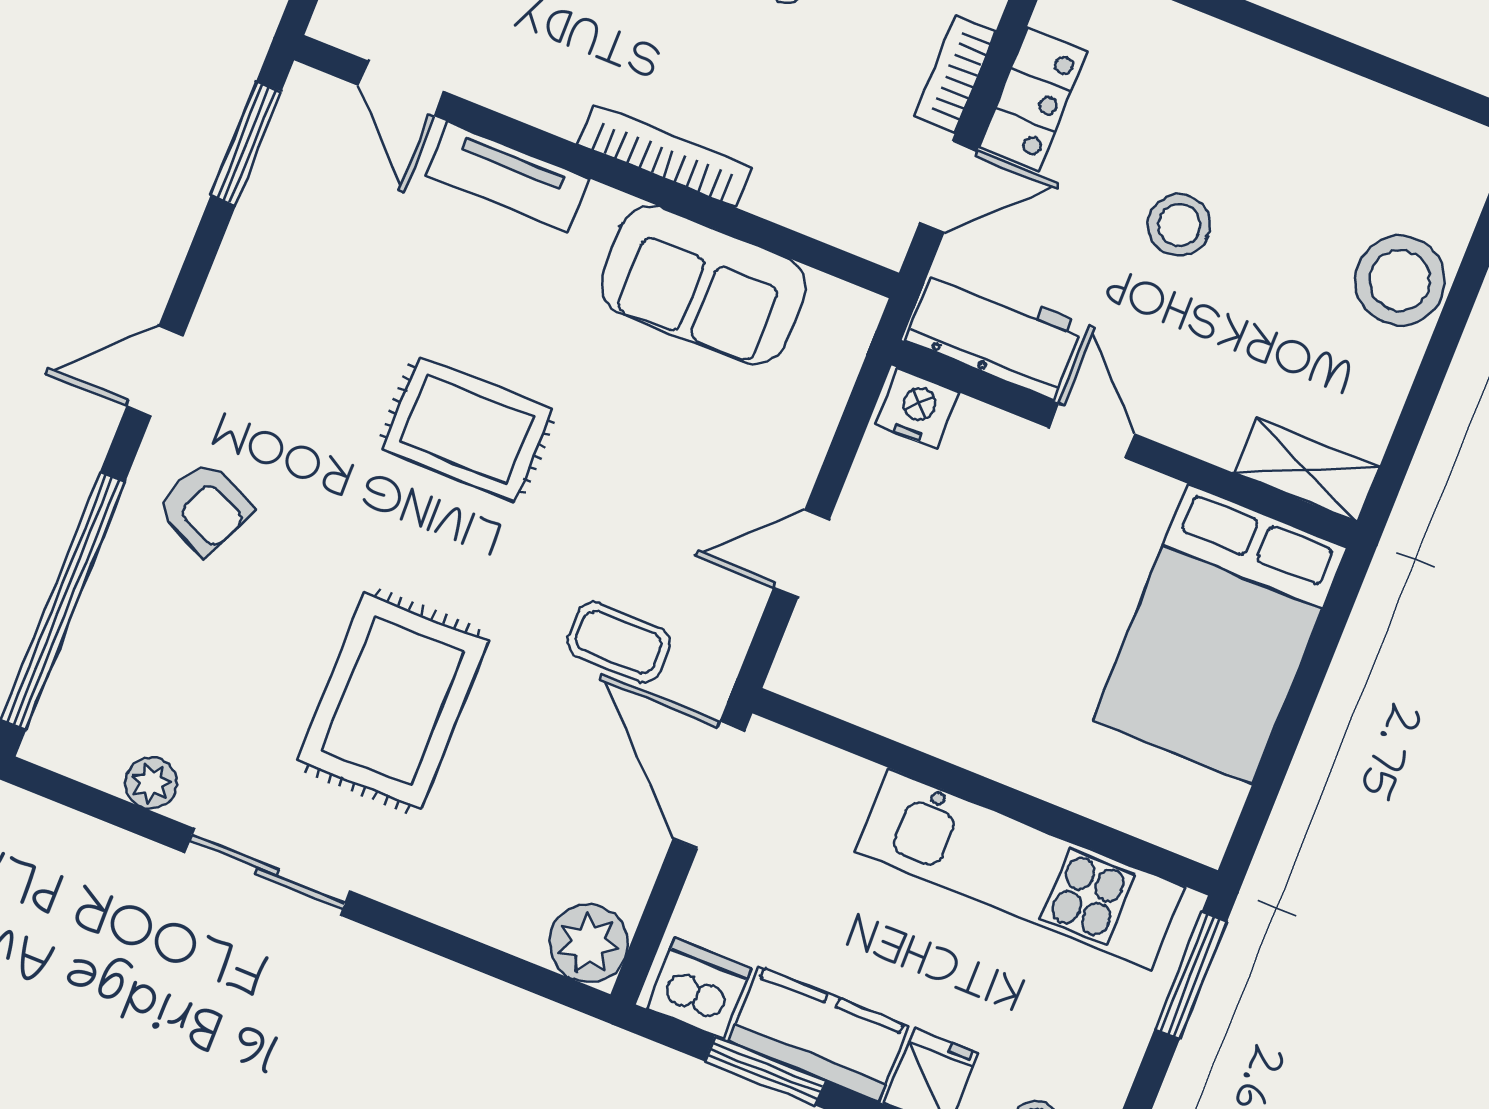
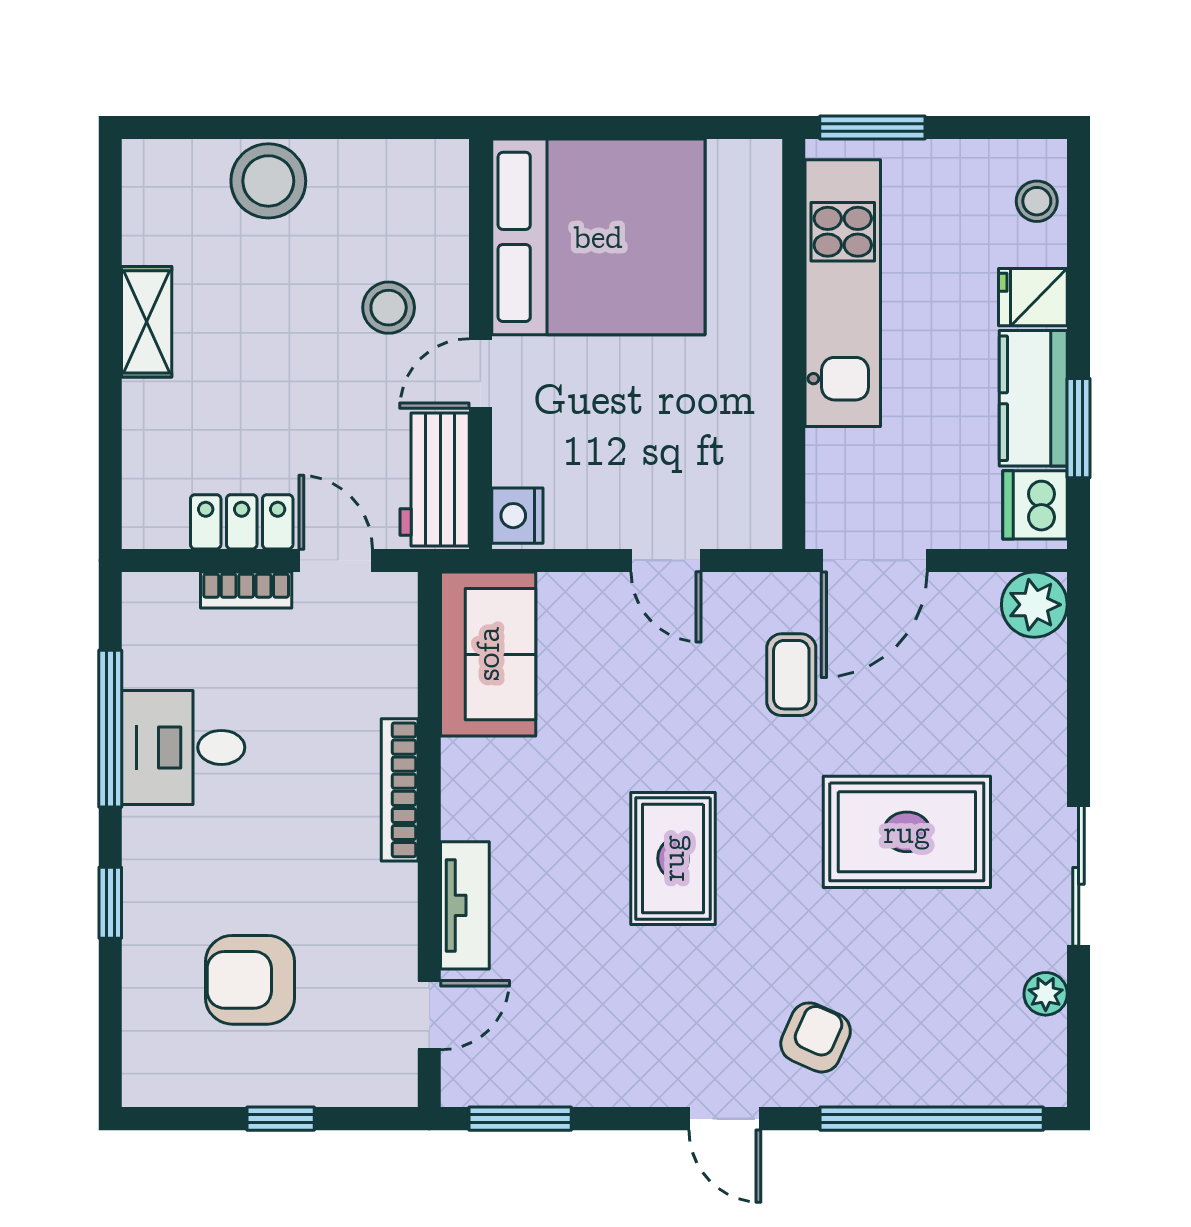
stool: (1179, 225) -> (389, 308), moved
sofa: (703, 285) -> (488, 654), moved
shelving: (1307, 470) -> (147, 322), moved
bed: (1220, 634) -> (598, 237), width x1.36

